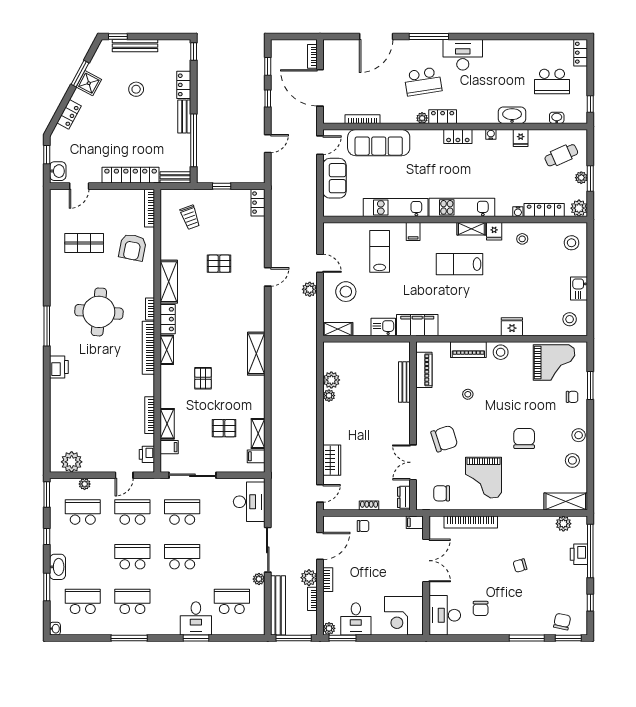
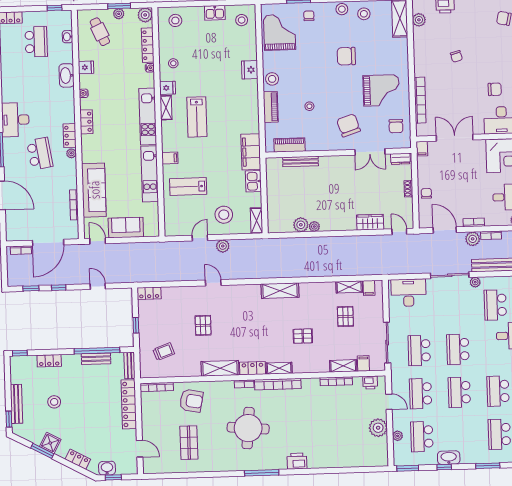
bench: (184, 117) -> (96, 359), moved
washbasin: (58, 171) -> (107, 468), moved
plant: (72, 462) -> (378, 428), moved
washbasin: (58, 567) -> (449, 458), moved

